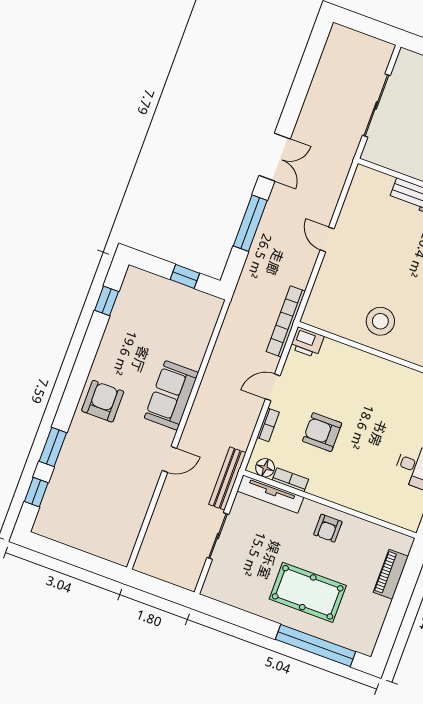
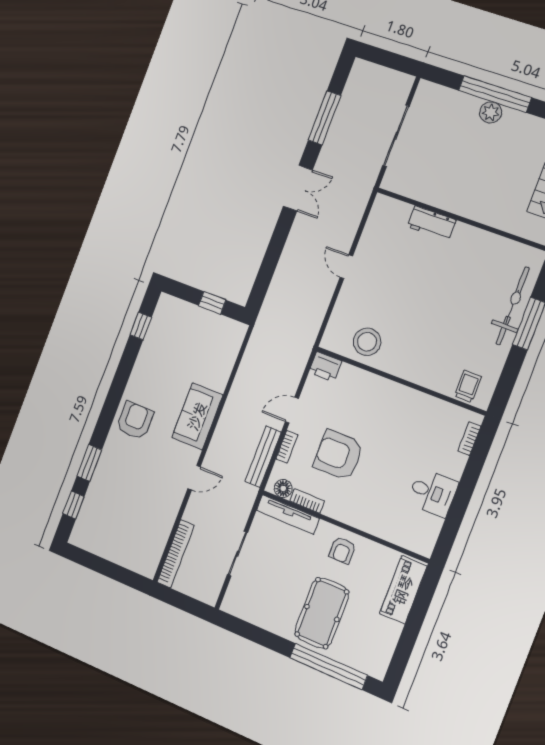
window: (250, 223) -> (325, 118), moved
bookcase: (286, 321) -> (176, 554), moved, turned 180
stool: (380, 321) -> (367, 342), moved
armchair: (322, 432) -> (338, 455), width x1.36, depth x1.36
bench: (227, 479) -> (263, 457), moved
piano: (391, 574) -> (403, 590), width x1.37, depth x1.33
pool table: (308, 592) -> (322, 613), turned 90

